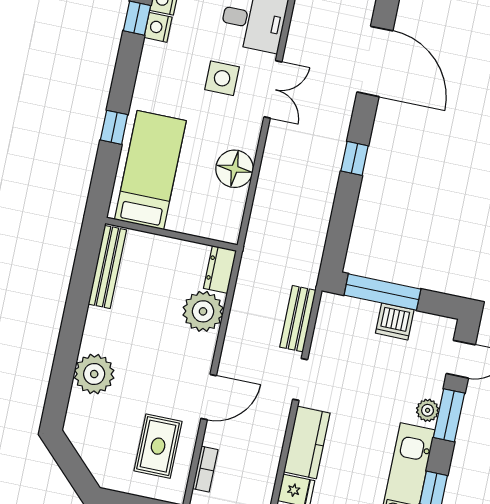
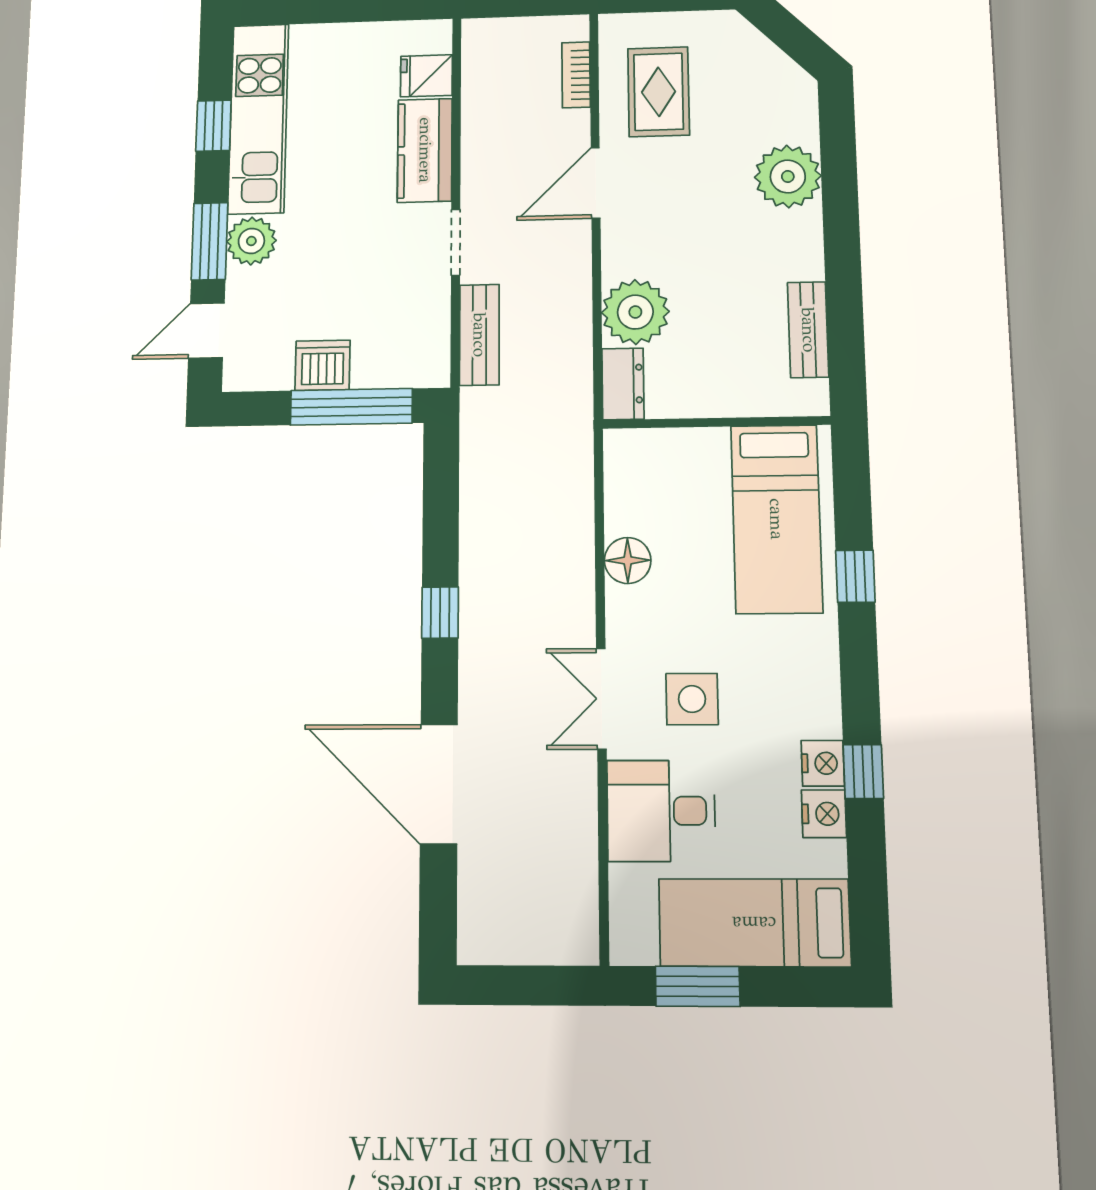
floor lamp: (235, 169) -> (628, 560), width x0.73, depth x0.73
bench: (107, 267) -> (808, 330), width x0.73
plant: (428, 410) -> (251, 241), width x1.38, depth x1.38

